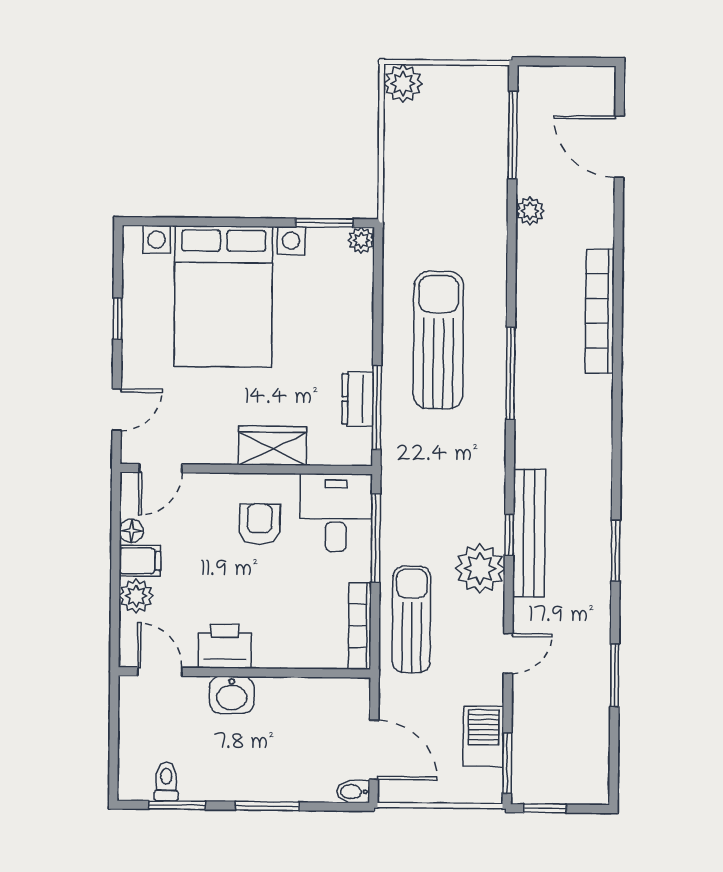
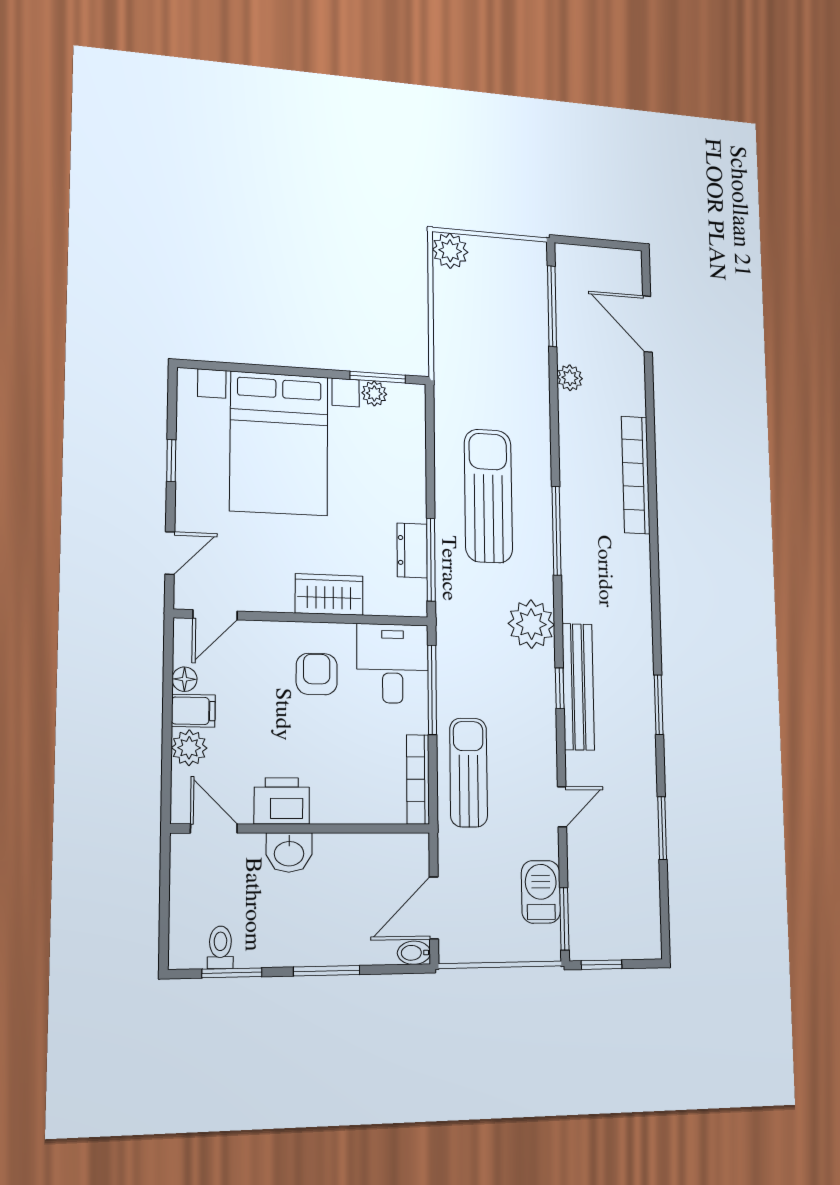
plant: (361, 240) -> (374, 393), moved
plant: (480, 568) -> (531, 624), moved
door: (374, 750) -> (434, 908), swing flipped

